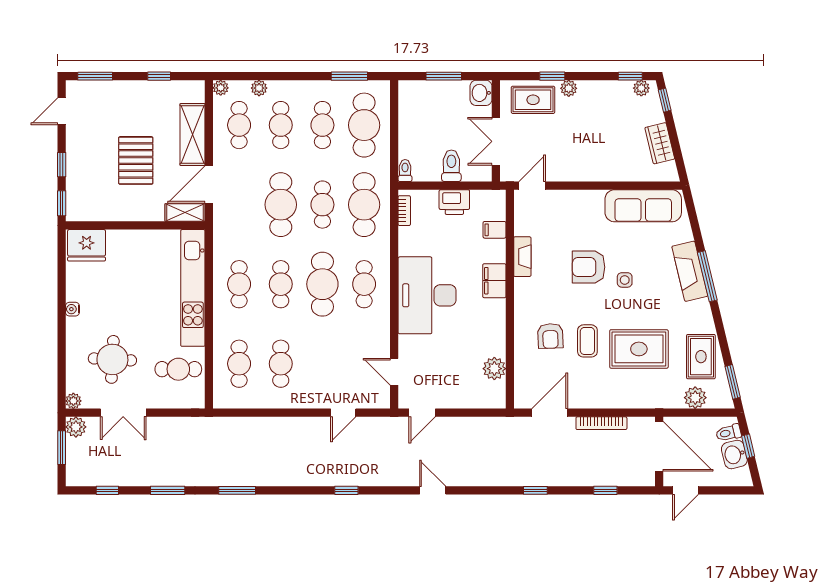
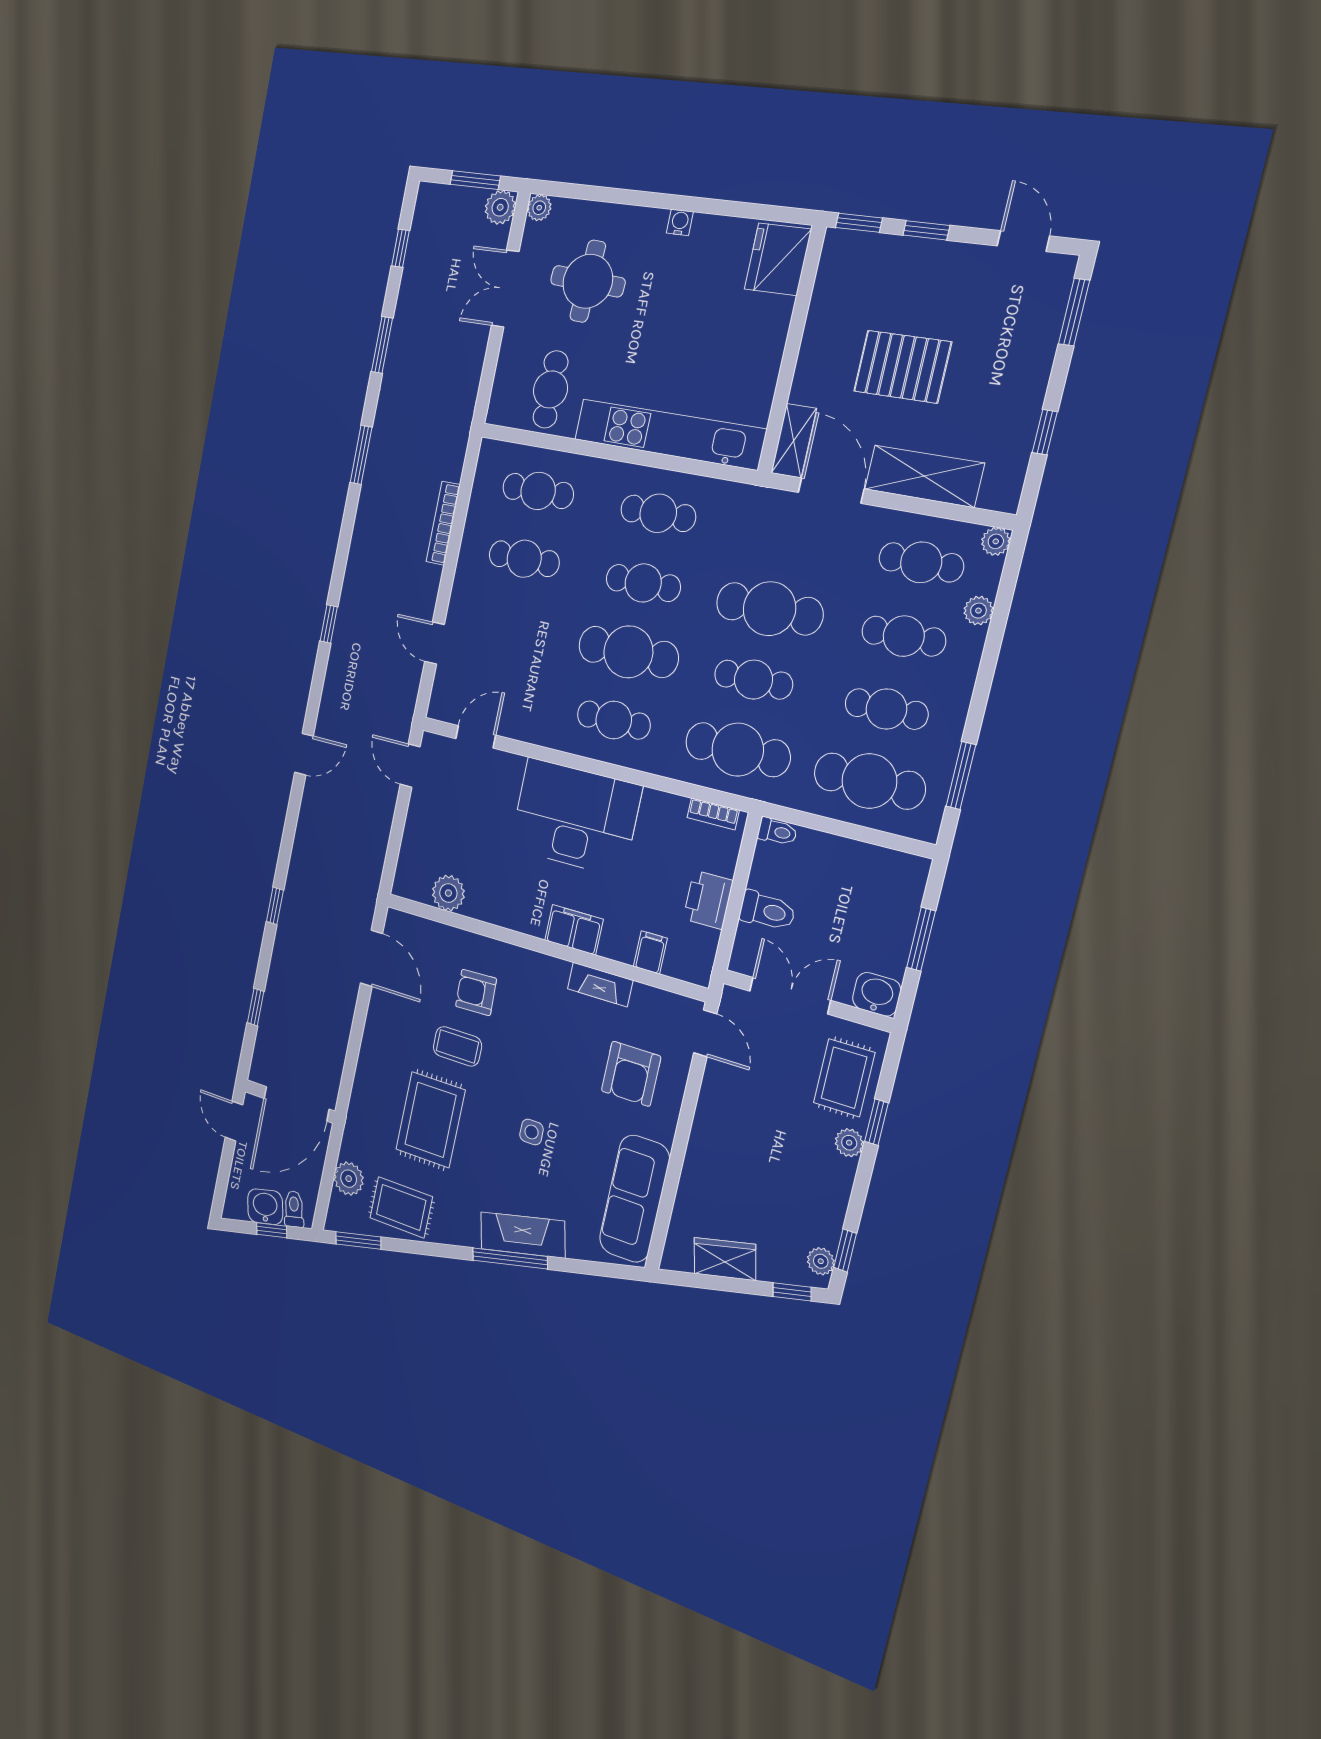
armchair: (589, 267) -> (631, 1074), moved, turned 180
bookcase: (601, 423) -> (443, 523), moved

